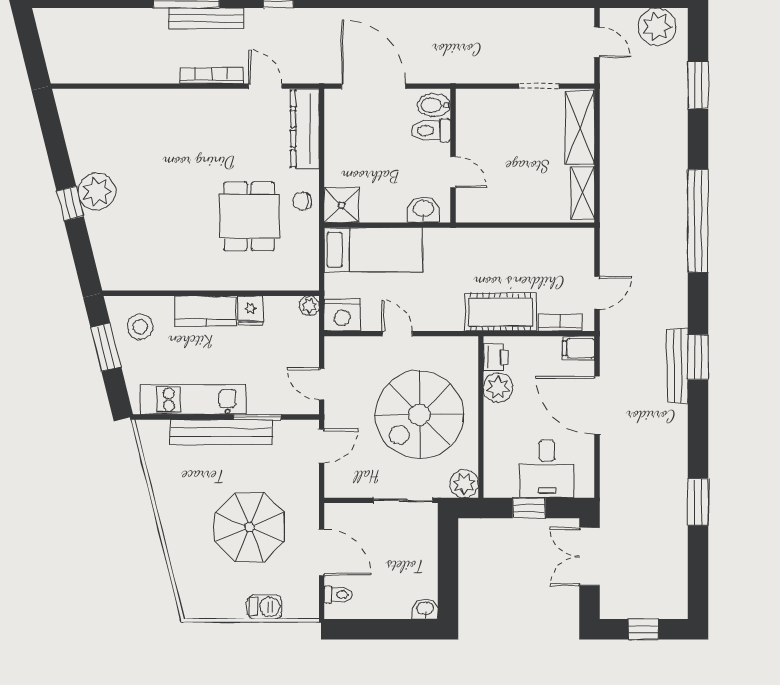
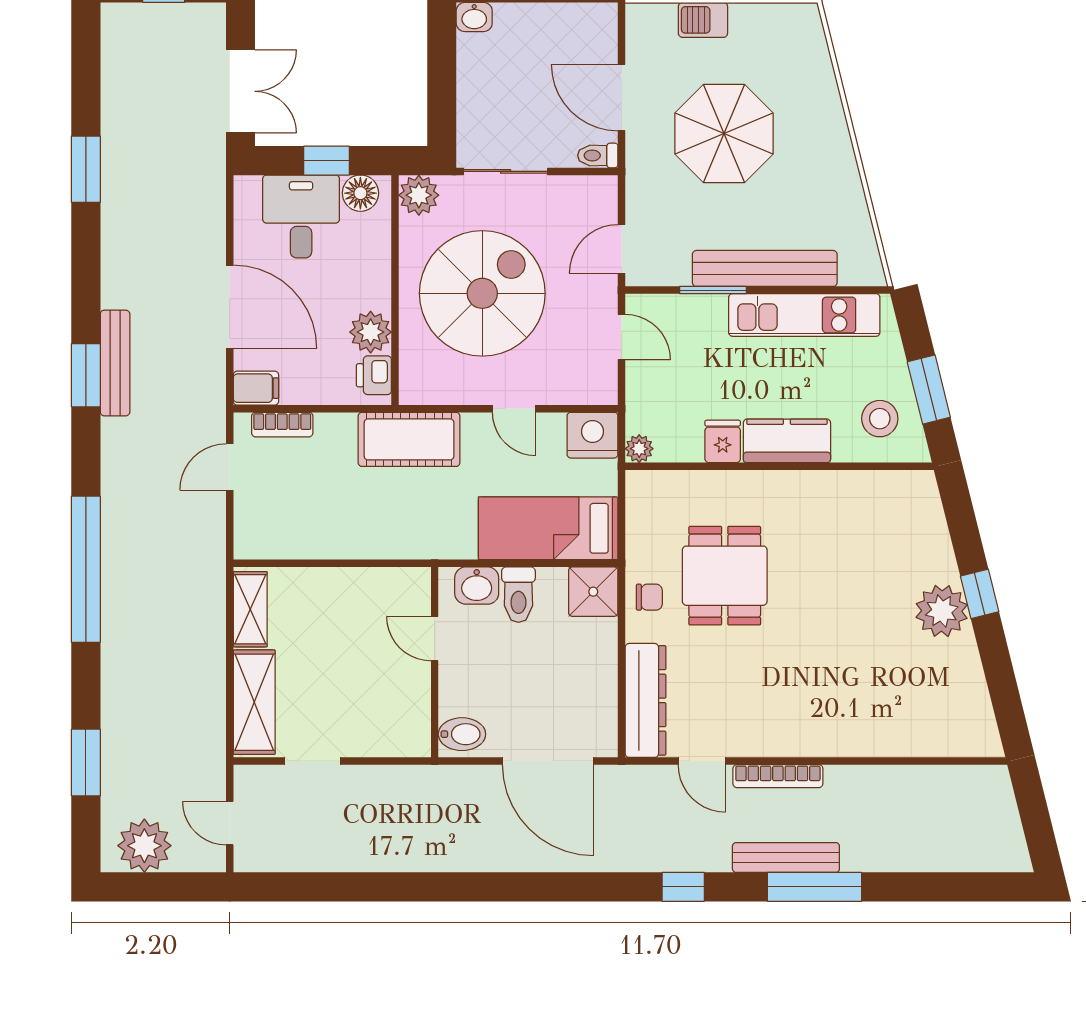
toilet: (431, 130) -> (518, 595), moved, turned 90
cot: (501, 312) -> (409, 439), moved
floor lamp: (505, 485) -> (360, 193), added
toilet: (338, 595) -> (598, 155), moved

